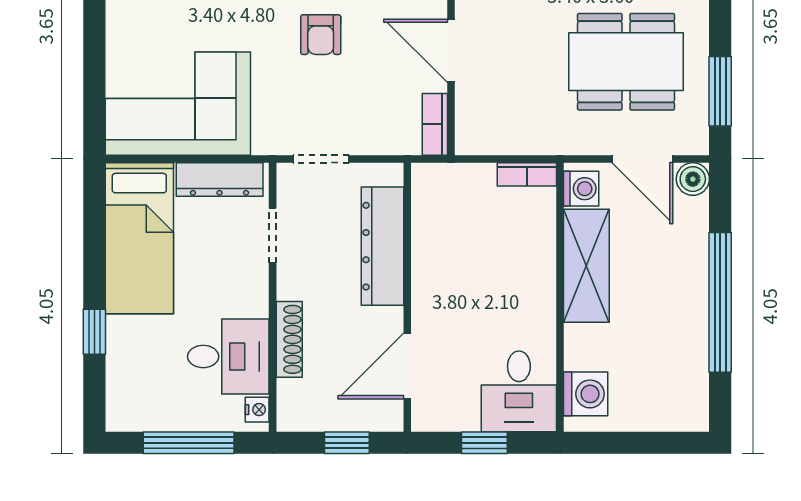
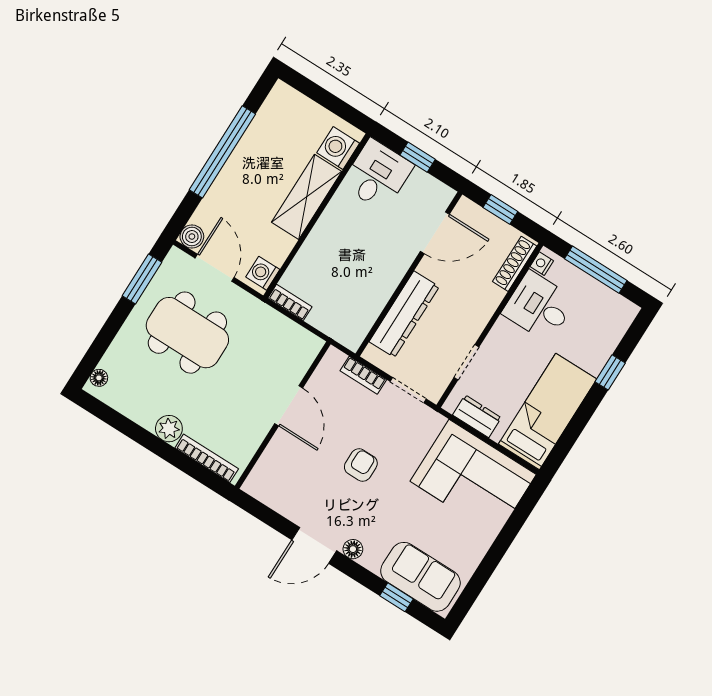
bookcase: (435, 124) -> (363, 375), moved, turned 90
dresser: (220, 180) -> (477, 416), width x0.70
shelving: (586, 266) -> (307, 197), moved
shoe rack: (289, 339) -> (515, 264), moved

